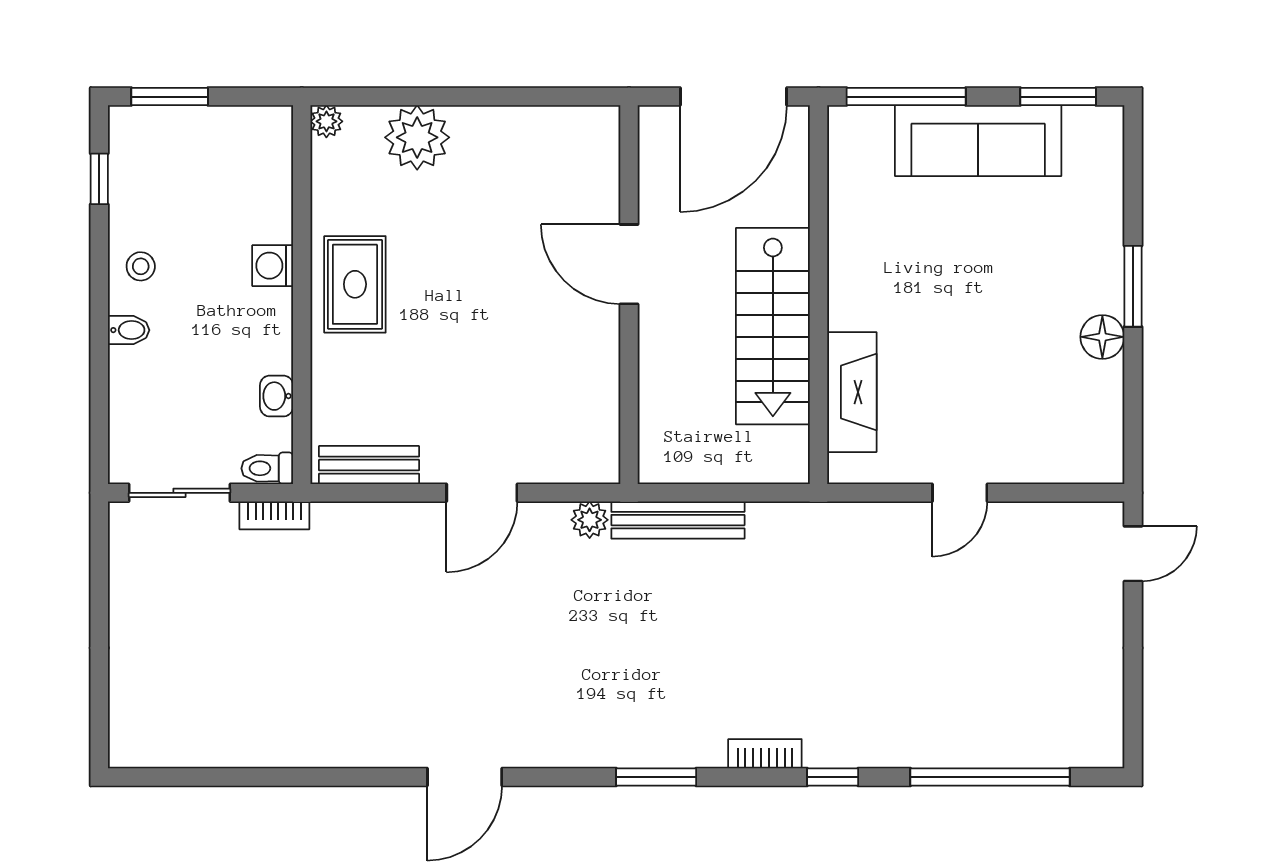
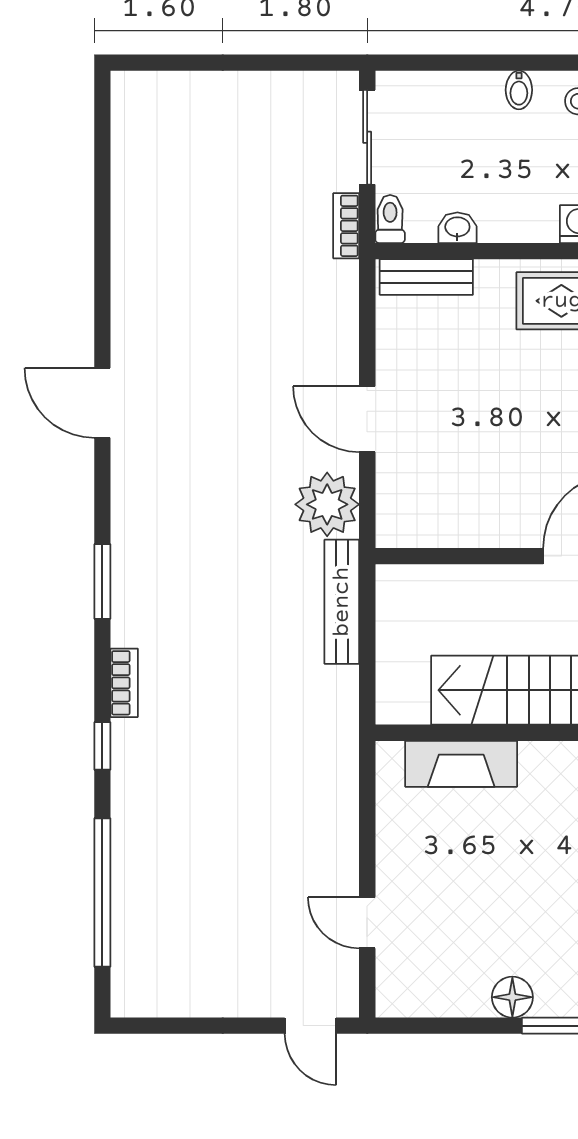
bench: (369, 465) -> (426, 277), moved, turned 90
door: (960, 493) -> (367, 923), moved
plant: (590, 520) -> (327, 504), width x1.88, depth x1.88

